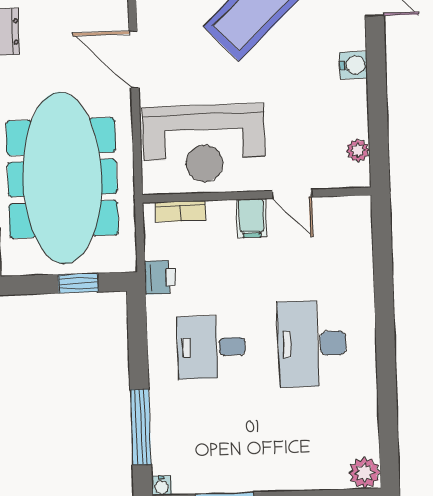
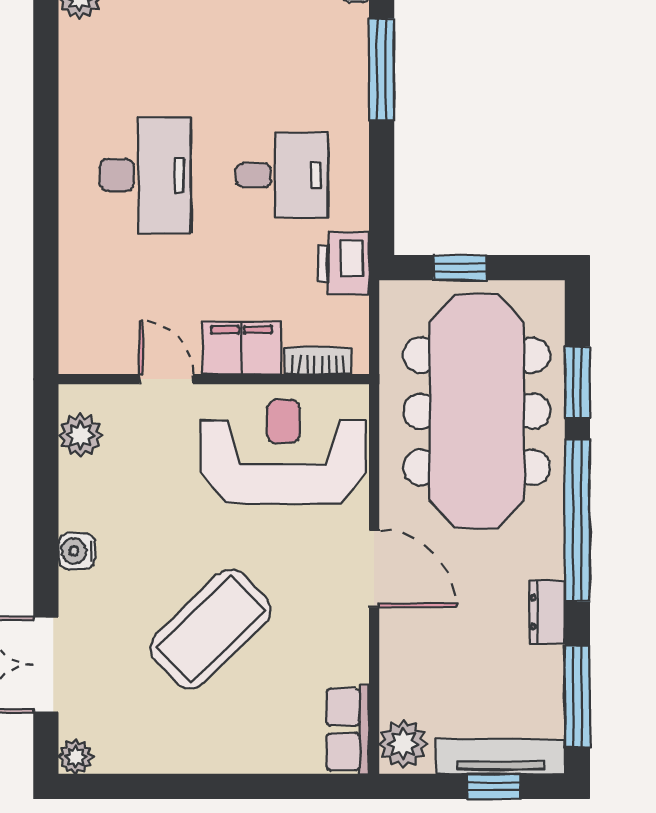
plant: (358, 150) -> (80, 435), width x1.38, depth x1.38
filing cabinet: (251, 218) -> (242, 348), width x2.00
printer: (160, 277) -> (343, 264), width x1.36, depth x1.24

